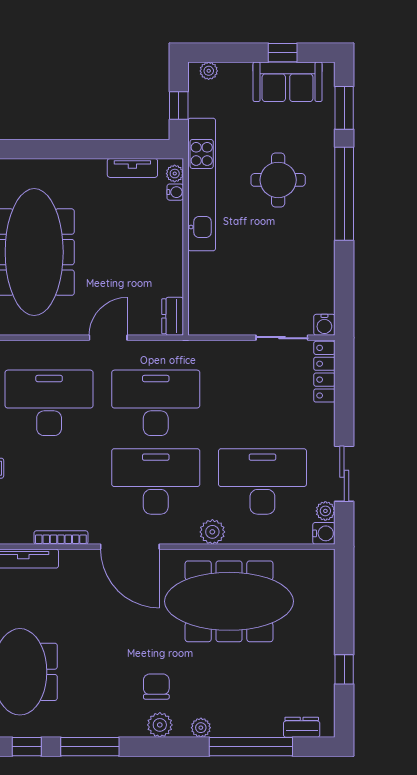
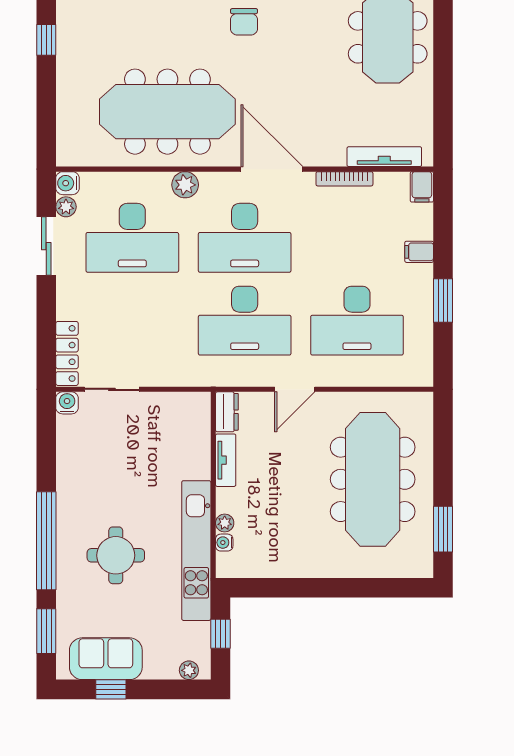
tv unit: (132, 168) -> (226, 460), moved, turned 90
plant: (175, 174) -> (225, 523), moved

